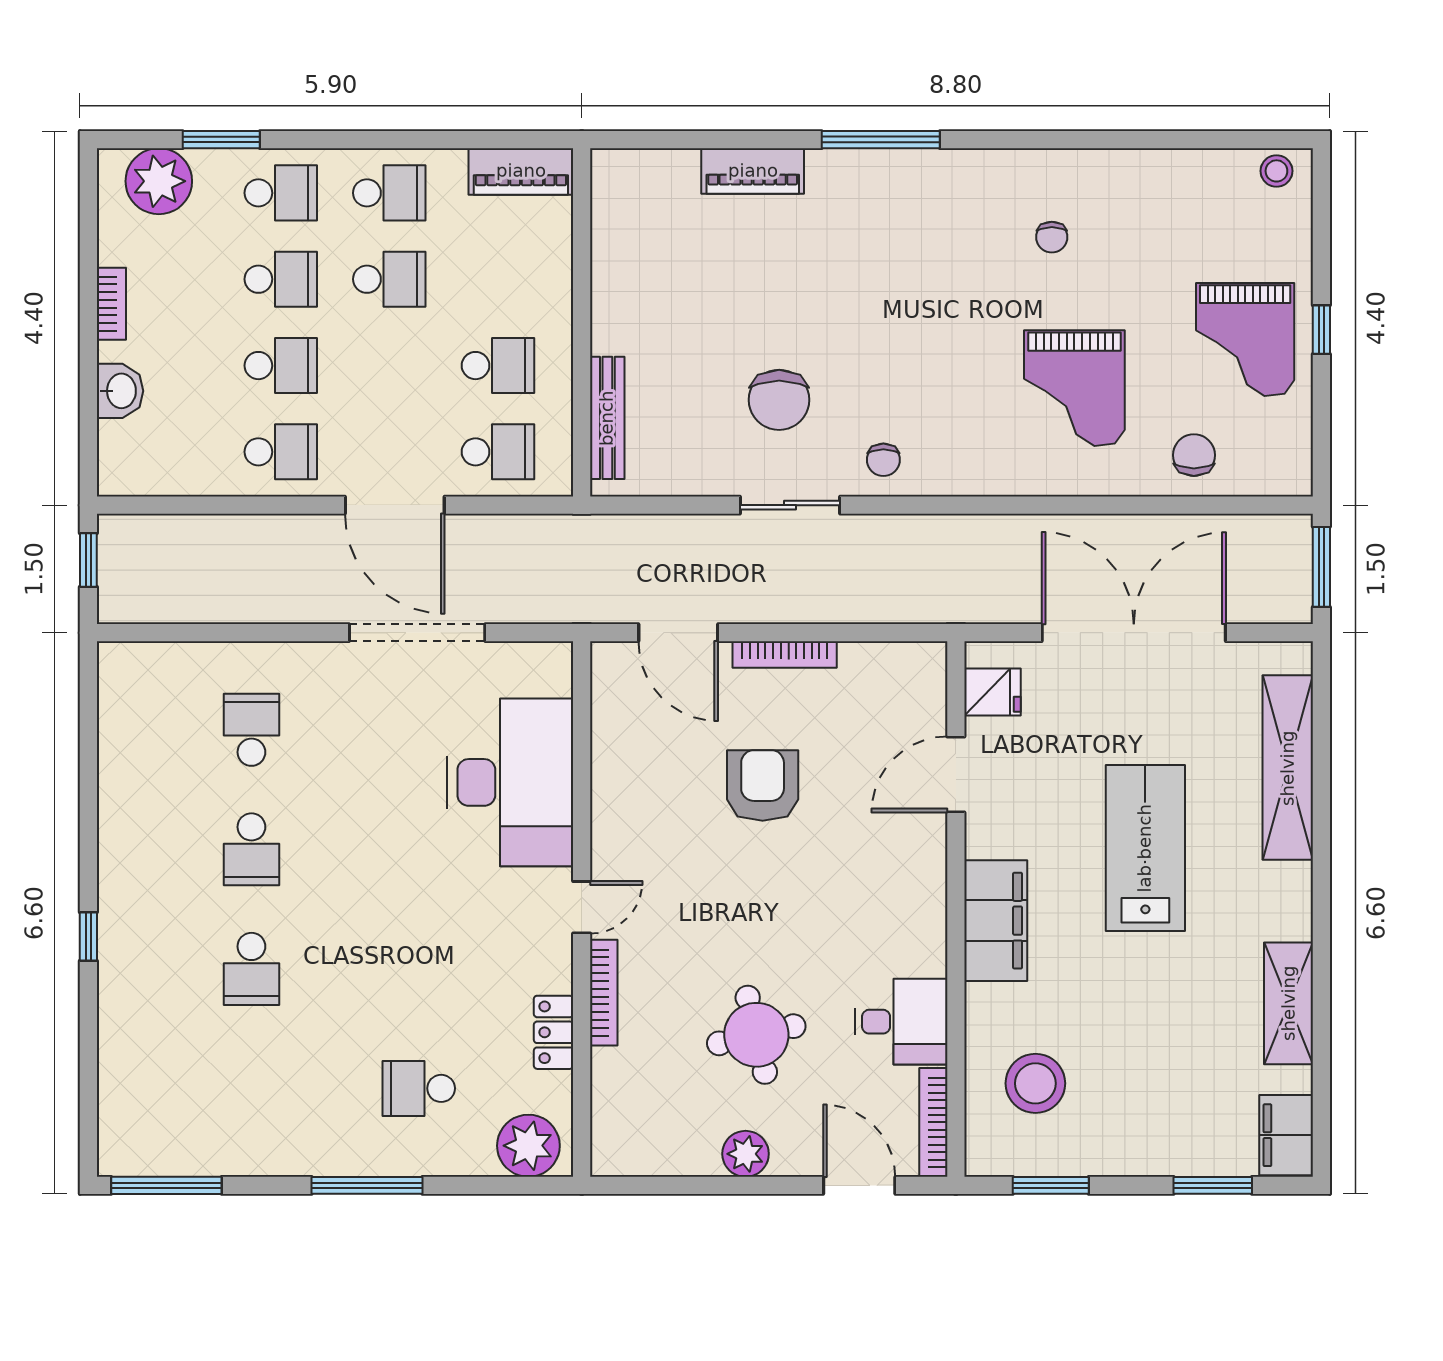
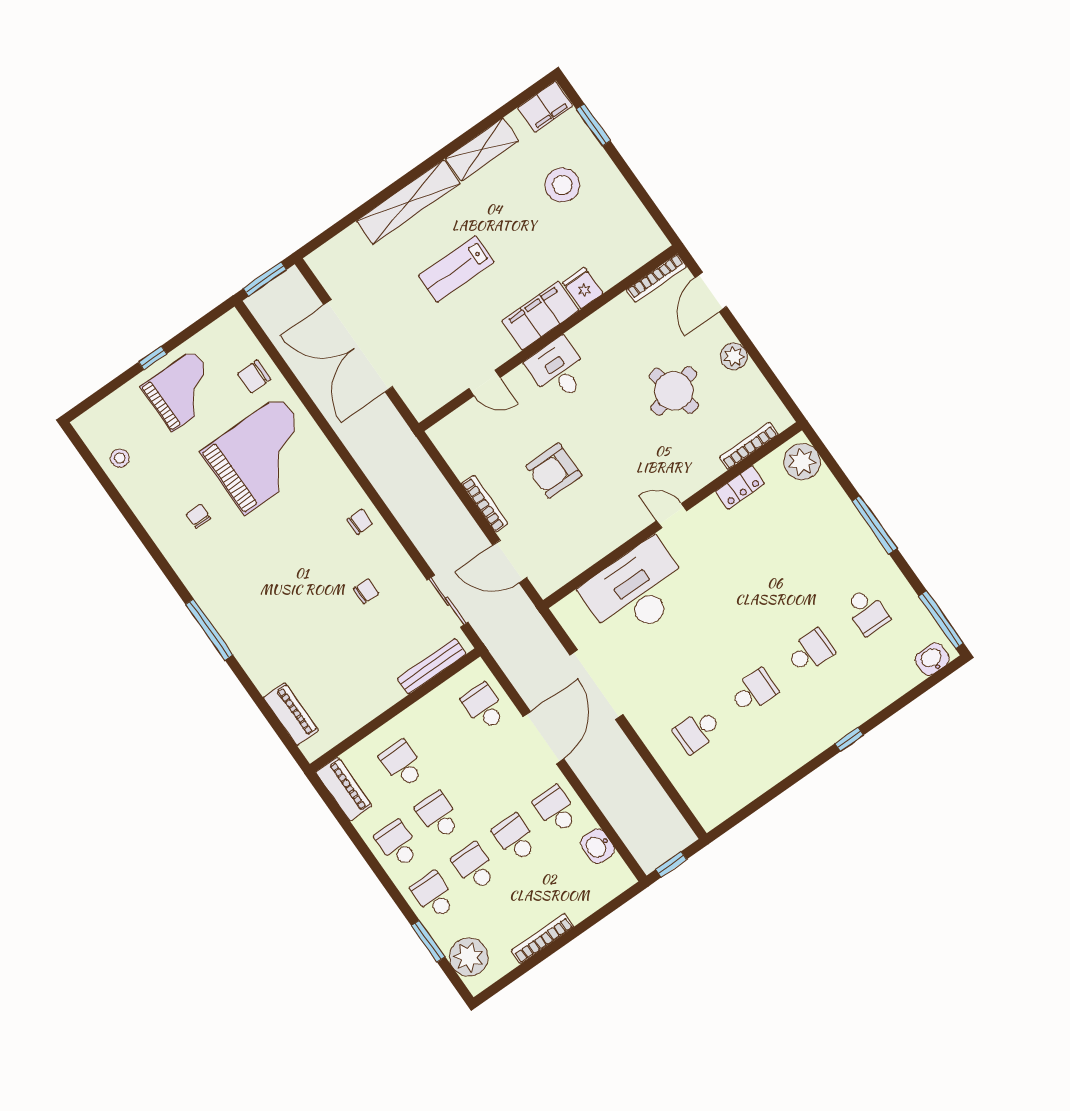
piano: (753, 171) -> (291, 714), moved
stool: (1276, 171) -> (120, 458), moved
chair: (1052, 237) -> (198, 516), turned -90
bookcase: (111, 304) -> (542, 939), width x1.56
school desk: (498, 366) -> (402, 764), moved
grand piano: (1074, 388) -> (262, 455), width x1.37, depth x1.48
washbasin: (120, 391) -> (597, 846), moved, turned -90
chair: (779, 400) -> (366, 591), width x0.54, depth x0.54
sliding door: (790, 505) -> (448, 601), moved
door: (678, 633) -> (510, 561), swing flipped
fridge: (992, 692) -> (583, 288), moved
shelving: (1288, 768) -> (408, 202), moved
door: (956, 774) -> (484, 383), width x0.73
lab bench: (1145, 848) -> (456, 269), width x0.73, depth x0.72
bookcase: (604, 993) -> (749, 446), moved
desk: (901, 1022) -> (558, 370), moved
stool: (1035, 1083) -> (562, 185), moved
school desk: (419, 1088) -> (867, 612), moved
washbasin: (119, 1134) -> (932, 659), added
window: (1051, 1185) -> (647, 201), removed

